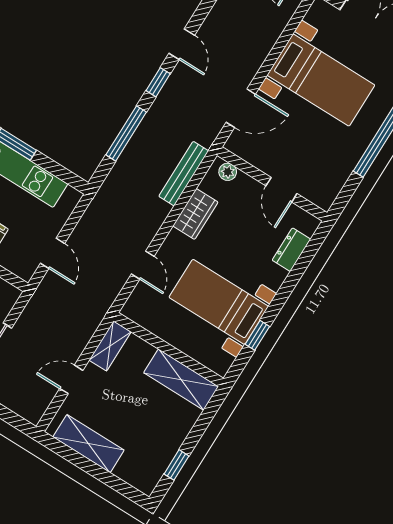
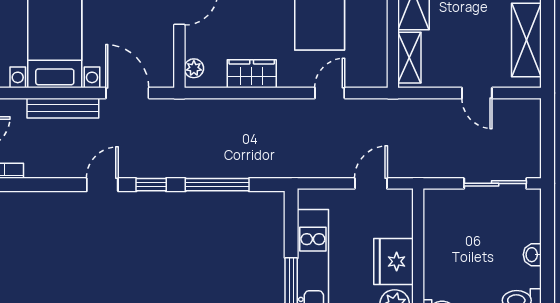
bench: (184, 174) -> (63, 108), moved
shelving: (110, 346) -> (409, 58), moved, turned 90

